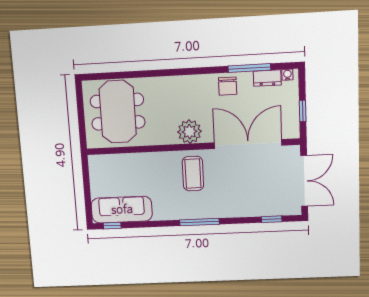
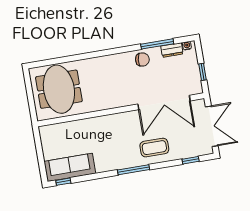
chair: (228, 86) -> (142, 60), turned -84
plant: (190, 132) -> (117, 98), removed
double door: (248, 144) -> (164, 102), swing flipped
coffee table: (193, 174) -> (154, 148), moved, turned 90

